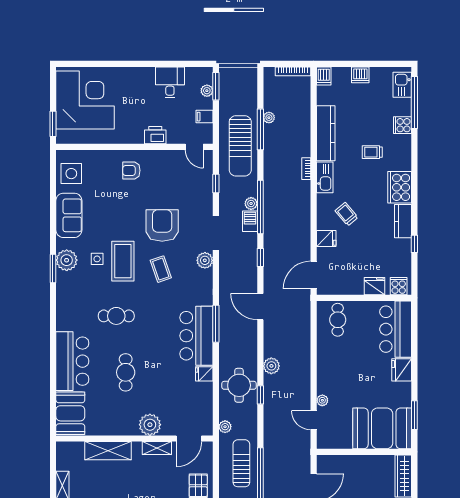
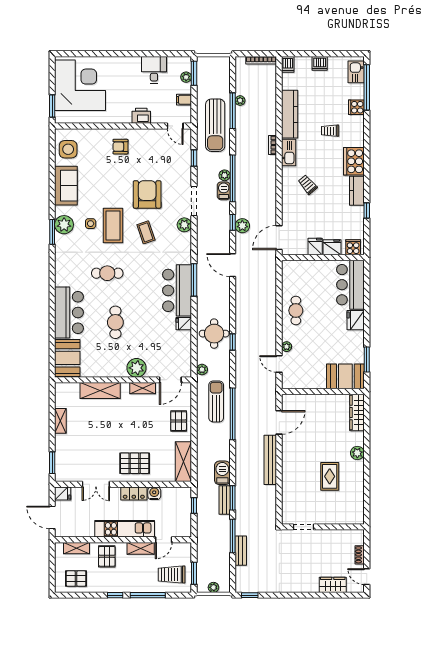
fridge: (326, 239) -> (315, 247), moved, turned -90
cafe table: (338, 320) -> (296, 311), moved
plant: (271, 366) -> (242, 226), moved
booth: (382, 428) -> (345, 376), width x0.73, depth x0.70

